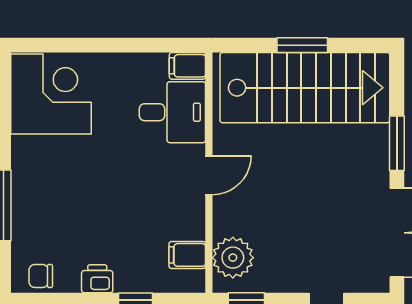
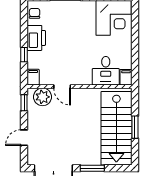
door: (209, 175) -> (62, 87), moved
filing cabinet: (187, 255) -> (33, 77), moved
printer: (97, 279) -> (36, 38), width x1.87, depth x1.48

